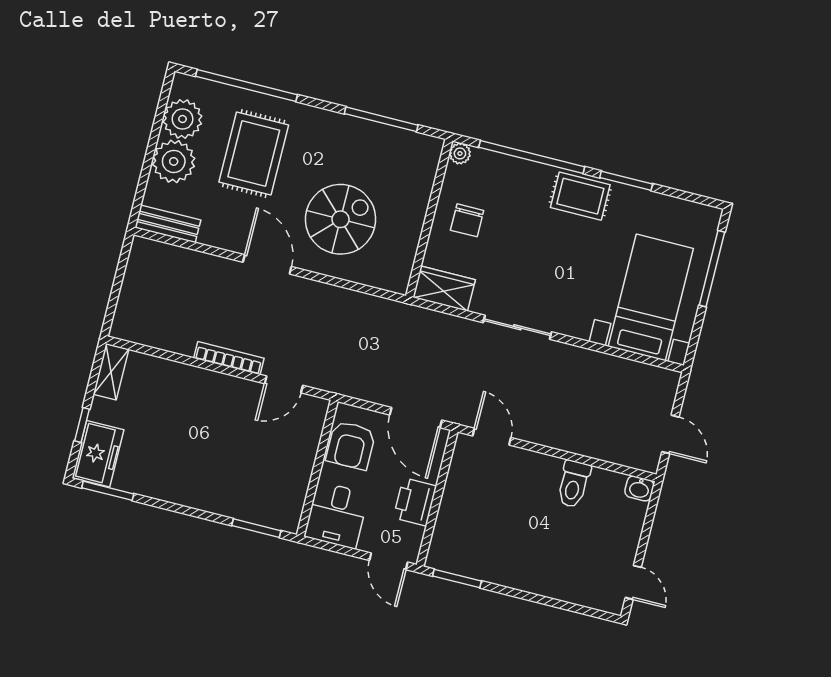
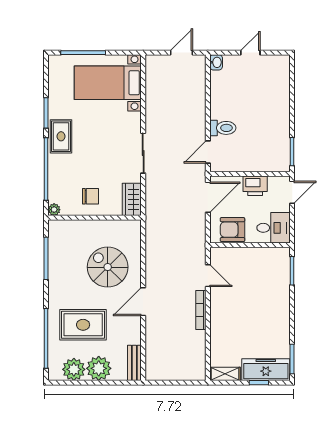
armchair: (351, 445) -> (232, 230), turned 180
freezer: (98, 454) -> (266, 370), width x1.40
toilet: (574, 484) -> (223, 128), moved
door: (633, 582) -> (250, 53), moved

